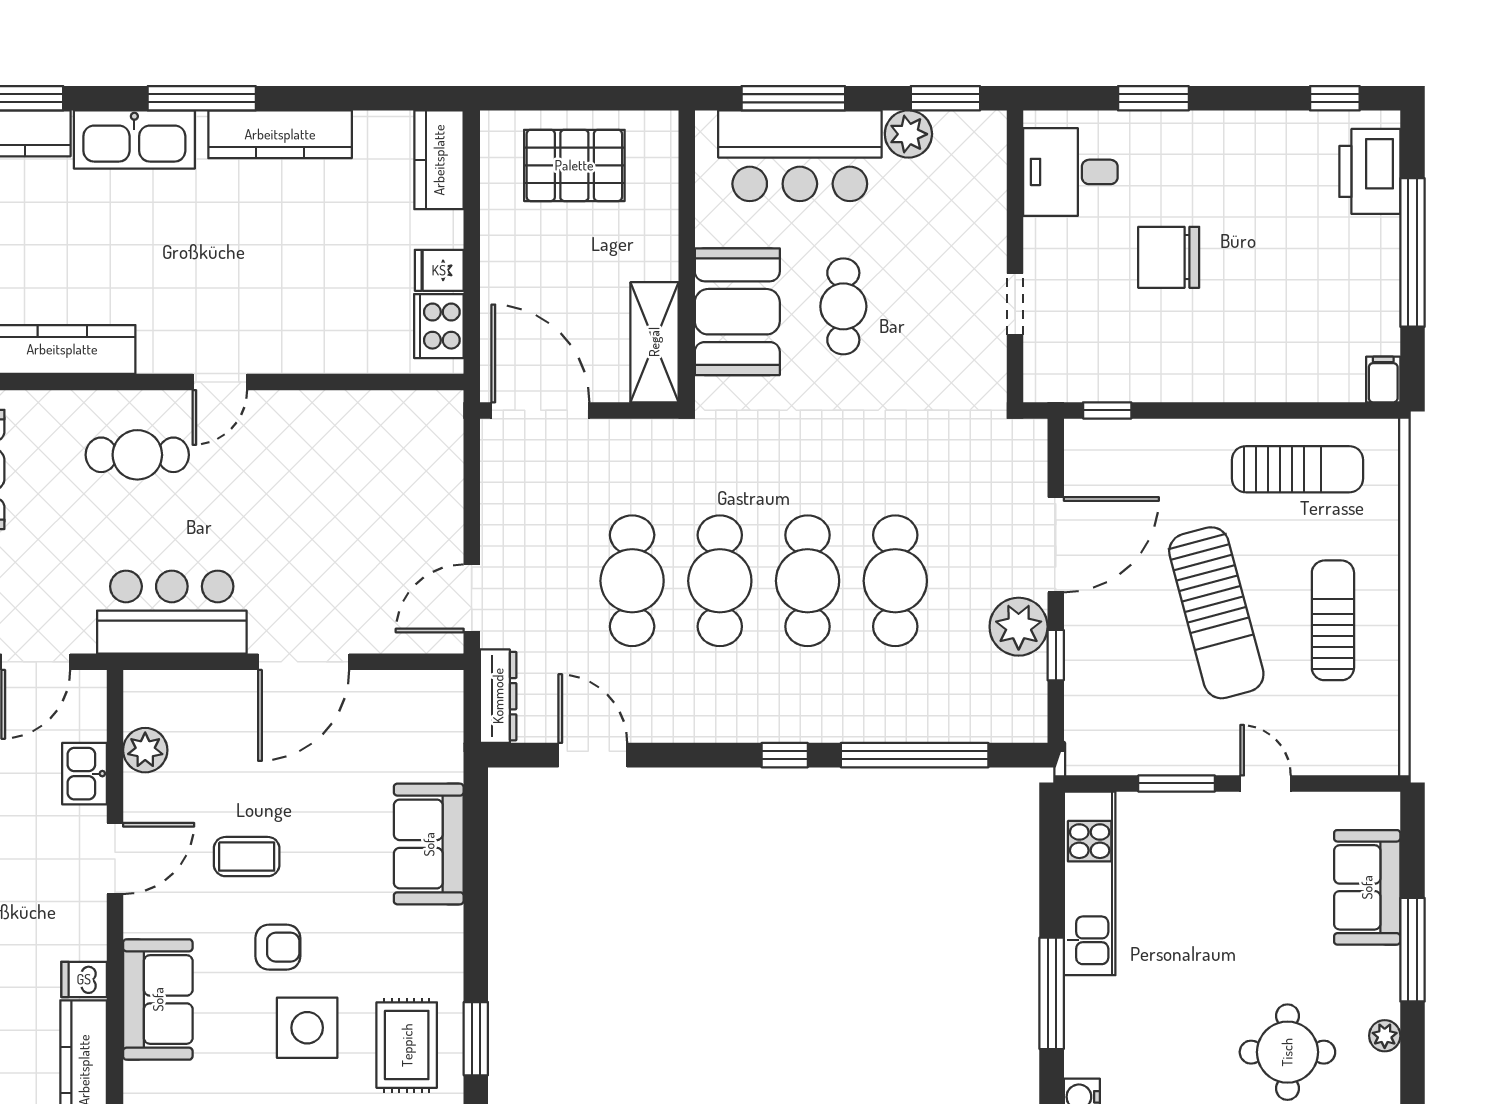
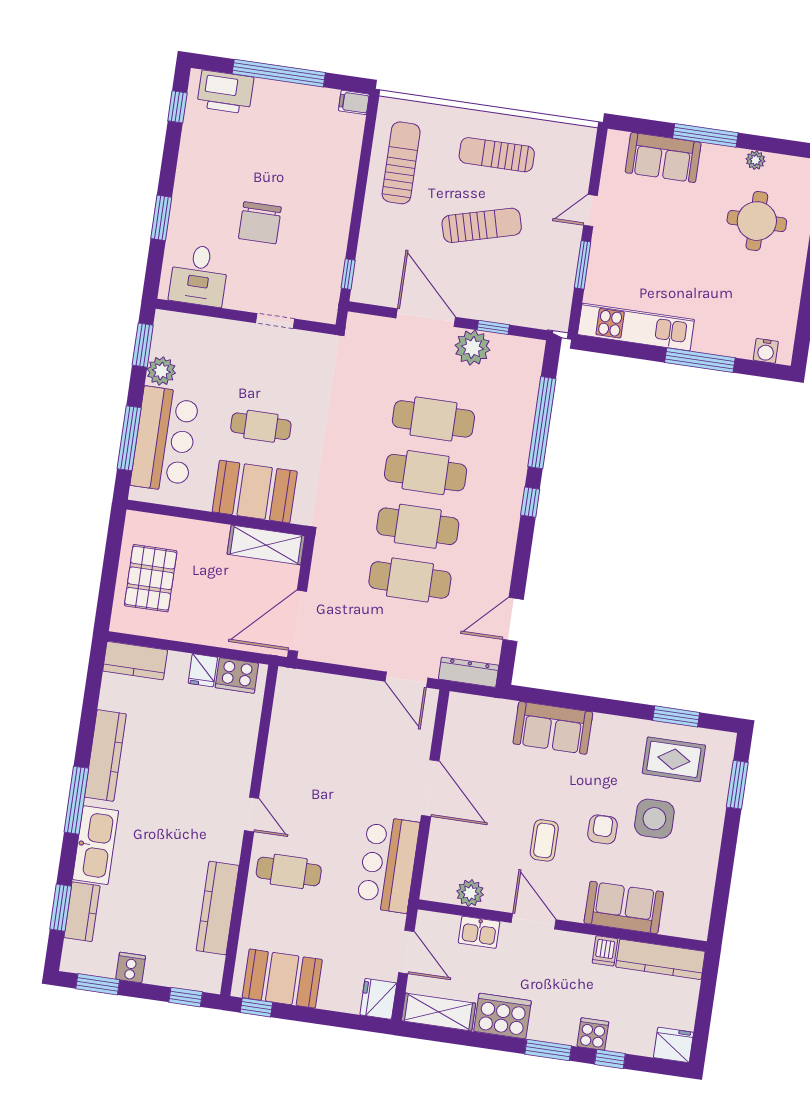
cafe table: (137, 455) -> (289, 871), turned 90
sun lounger: (1216, 613) -> (482, 225), width x0.73, depth x0.75

